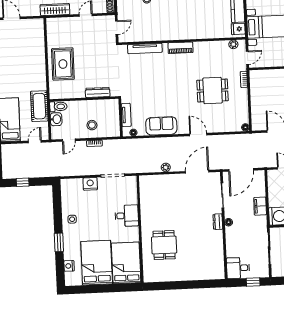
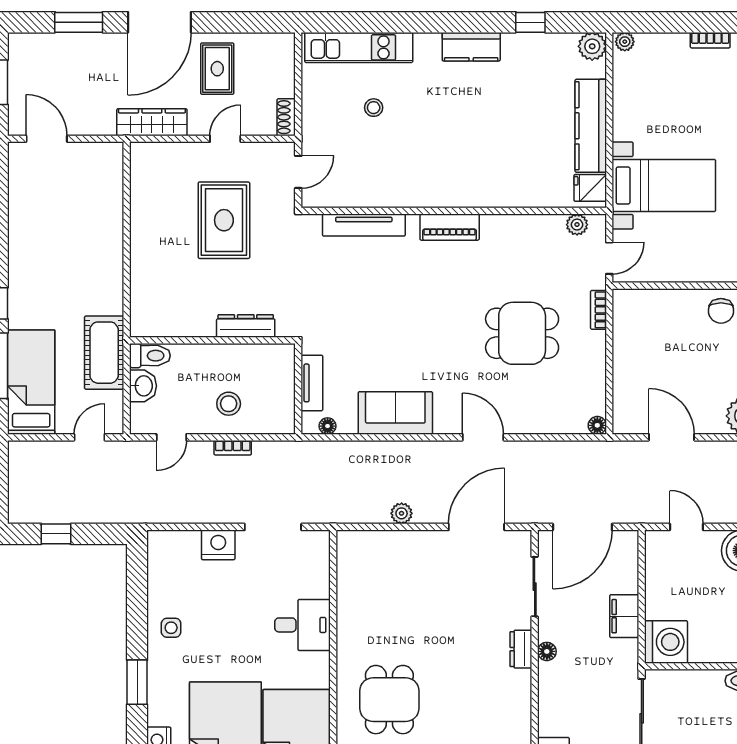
rug: (63, 64) -> (224, 220), moved

